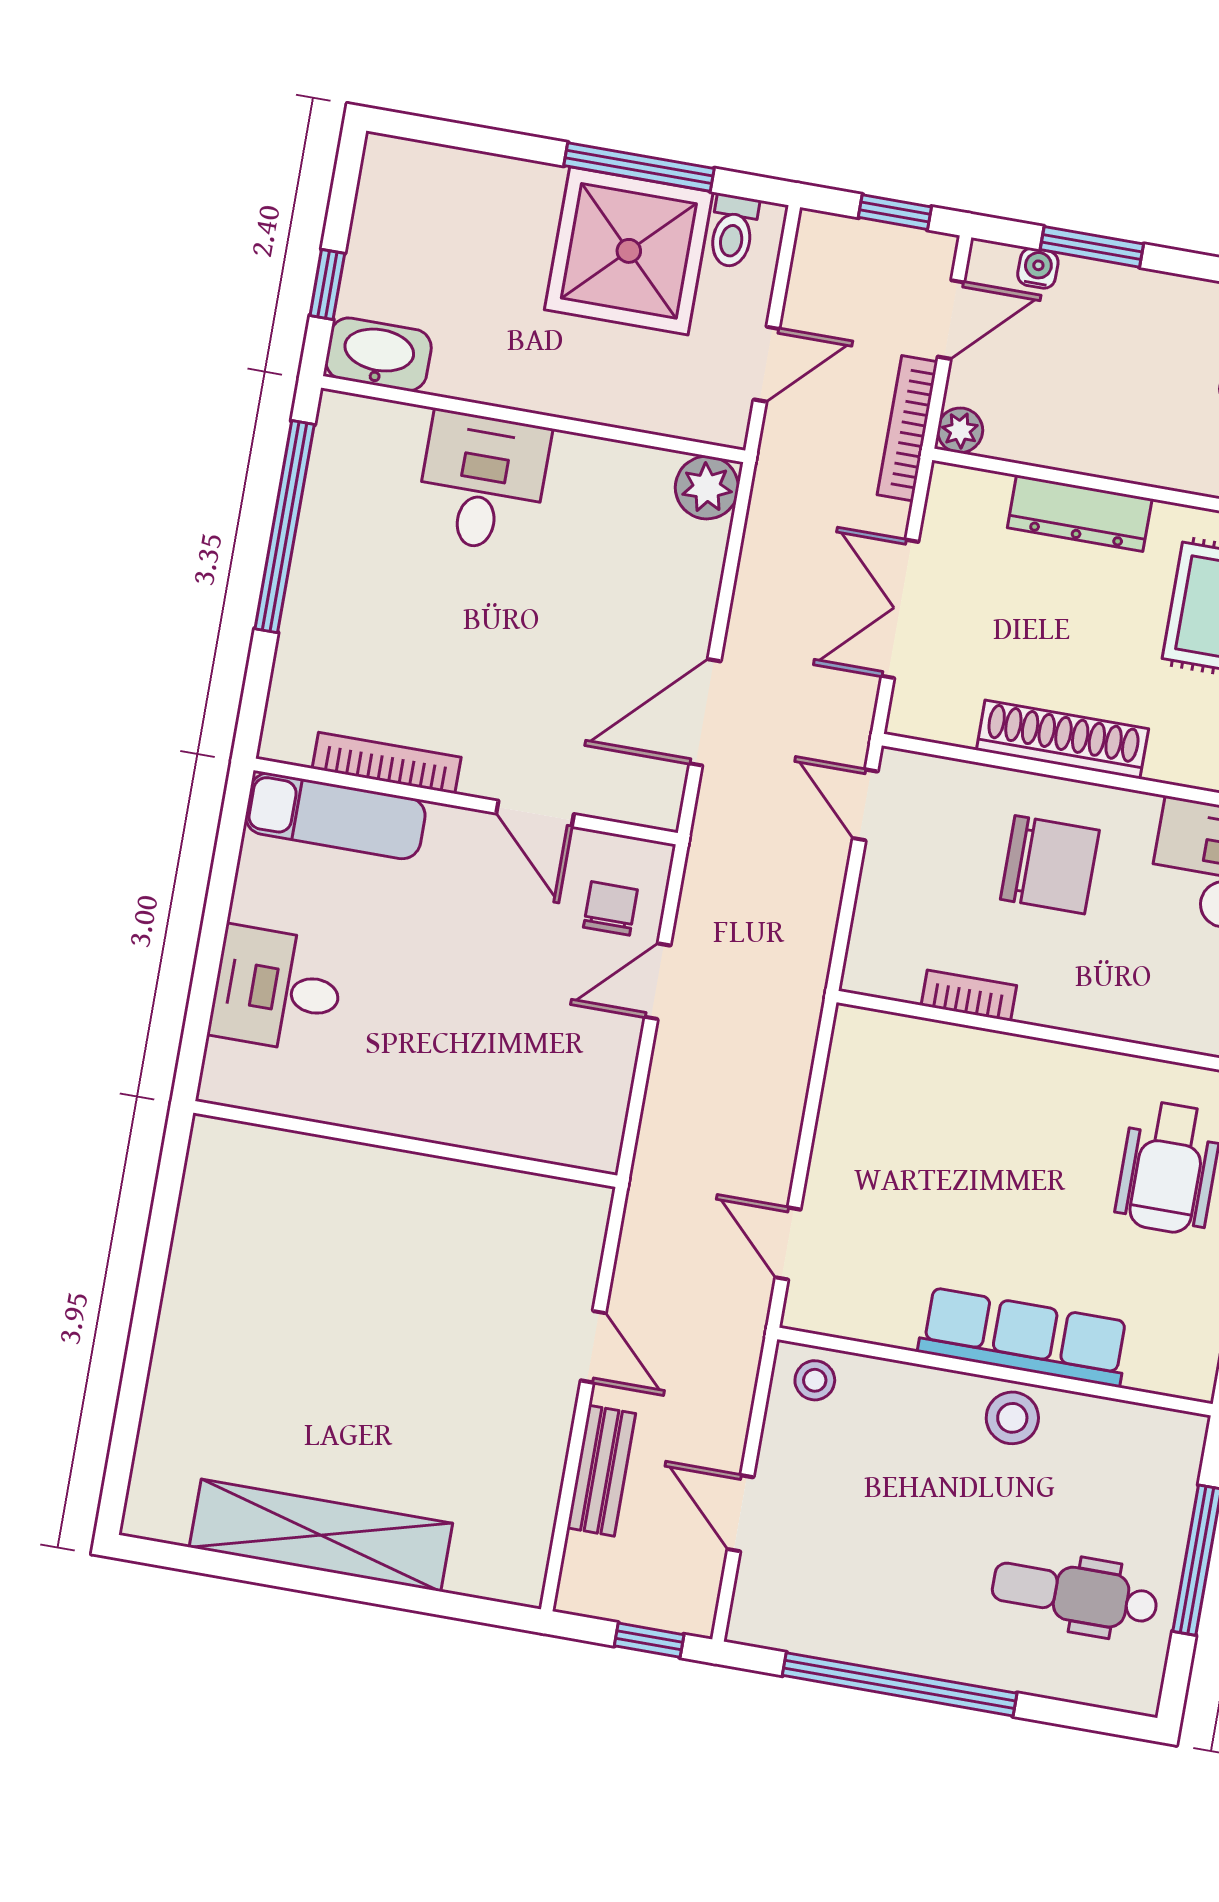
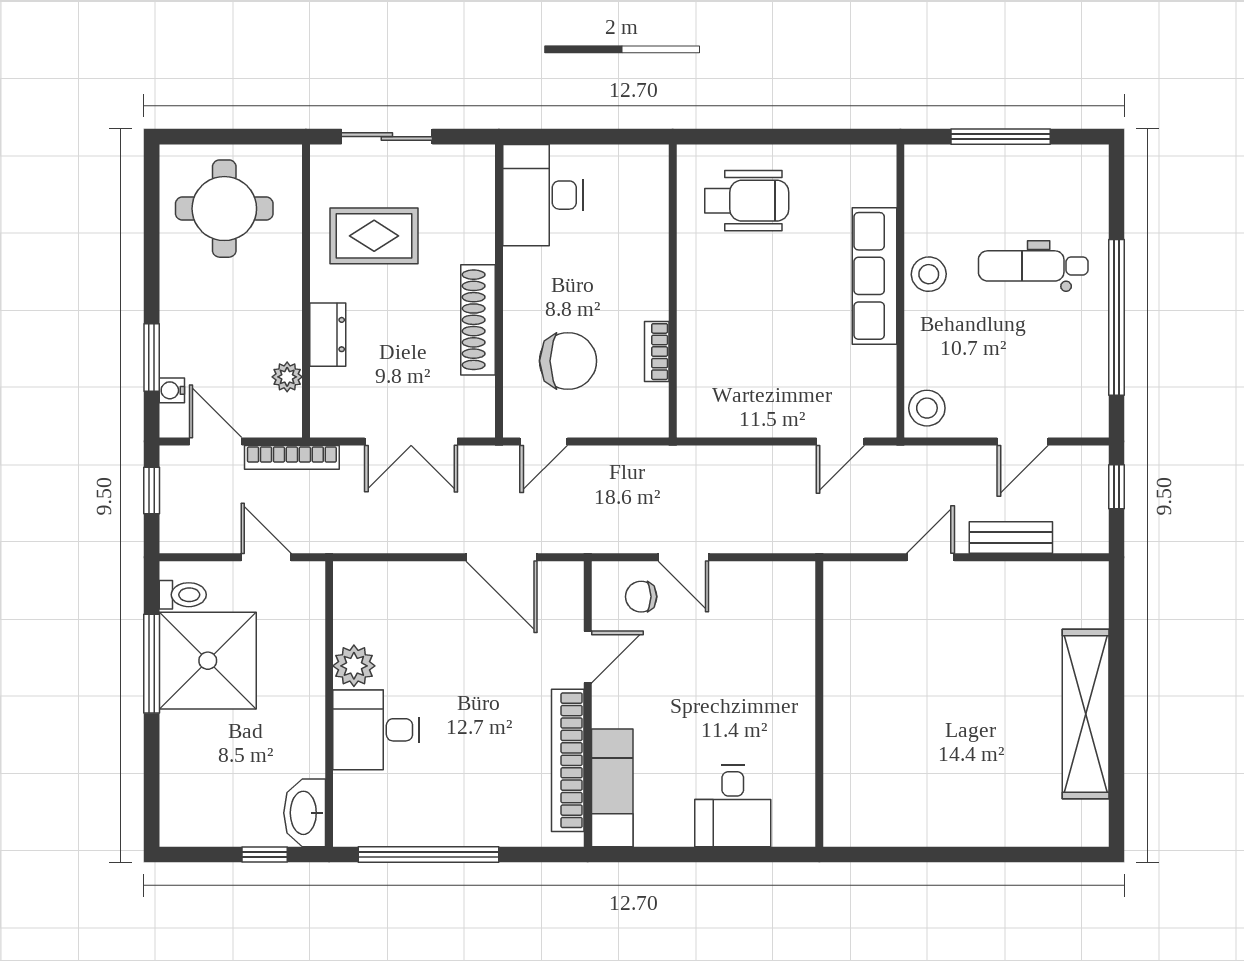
plant: (960, 430) -> (287, 377), moved
plant: (707, 488) -> (354, 666), moved
dresser: (1080, 513) -> (328, 335), width x0.70
bookcase: (387, 763) -> (568, 760), width x1.48, depth x1.31
chair: (1050, 865) -> (568, 361), moved, turned 90
stool: (815, 1380) -> (927, 408), width x1.37, depth x1.37
dental chair: (1075, 1594) -> (1033, 266), moved, turned 90

